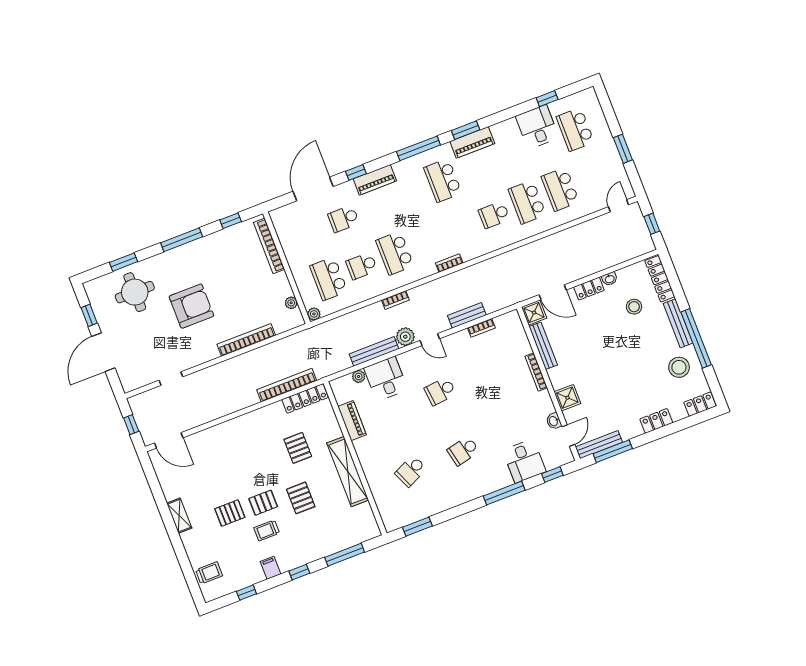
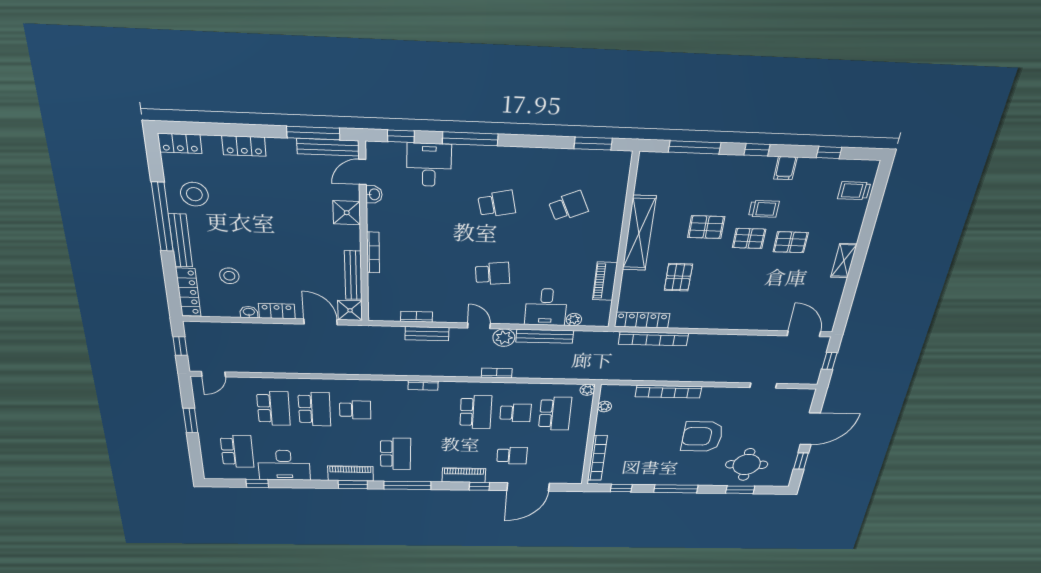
desk: (537, 127) -> (284, 465), width x1.37
pallet: (301, 498) -> (706, 227), turned 90

